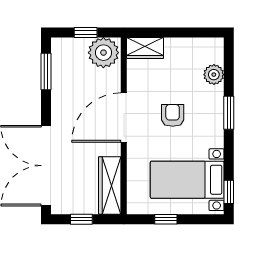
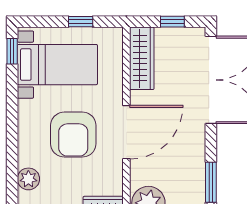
window: (229, 113) -> (12, 137), removed
armchair: (173, 115) -> (73, 135), width x1.88, depth x1.88

